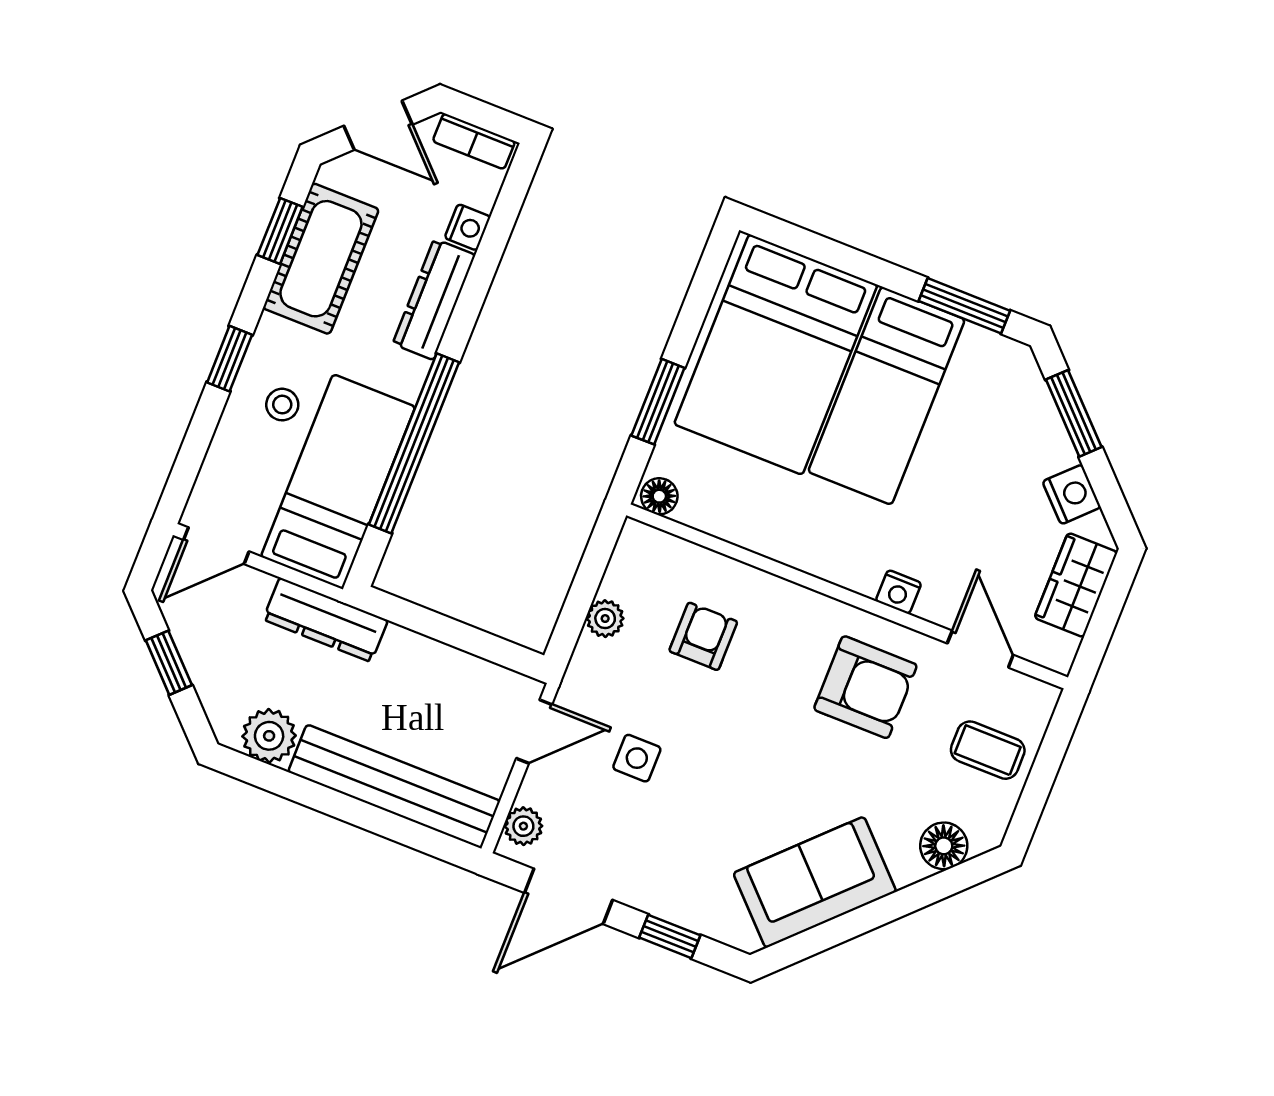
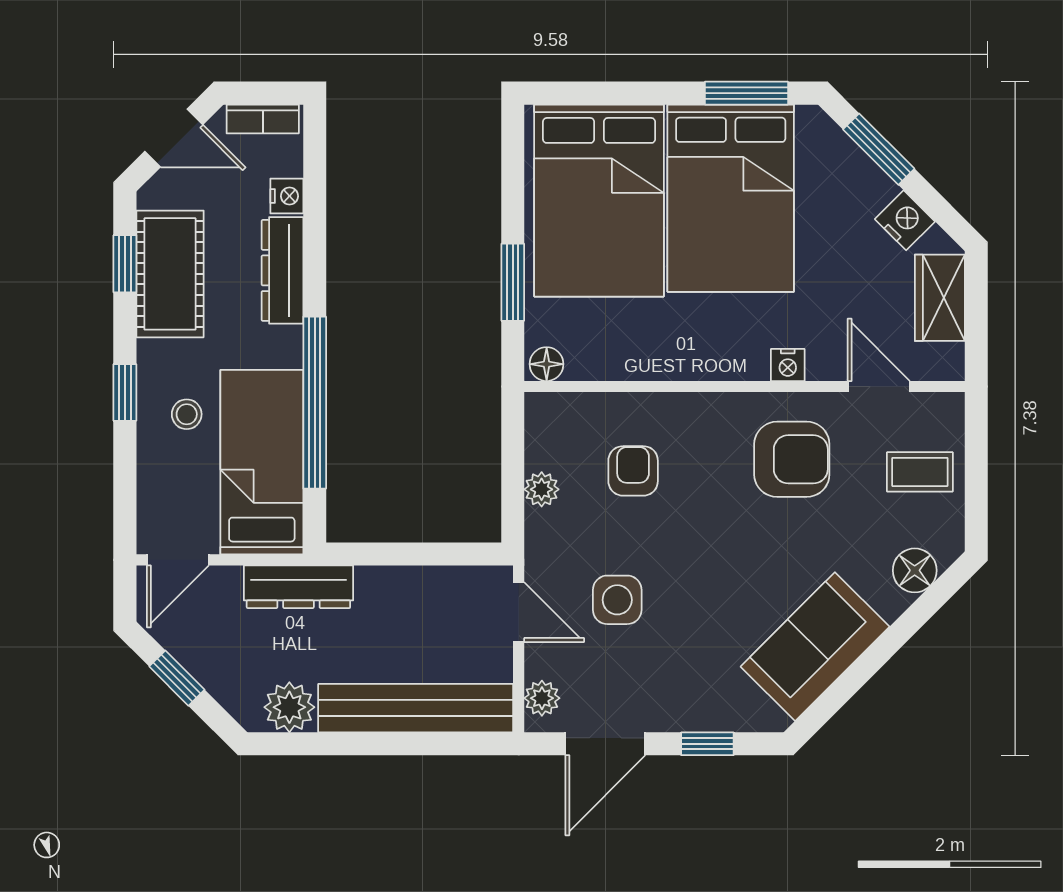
bed: (886, 396) -> (731, 198), width x1.50
door: (534, 731) -> (519, 612), hinge flipped
side table: (637, 758) -> (617, 600), width x1.37, depth x1.37

